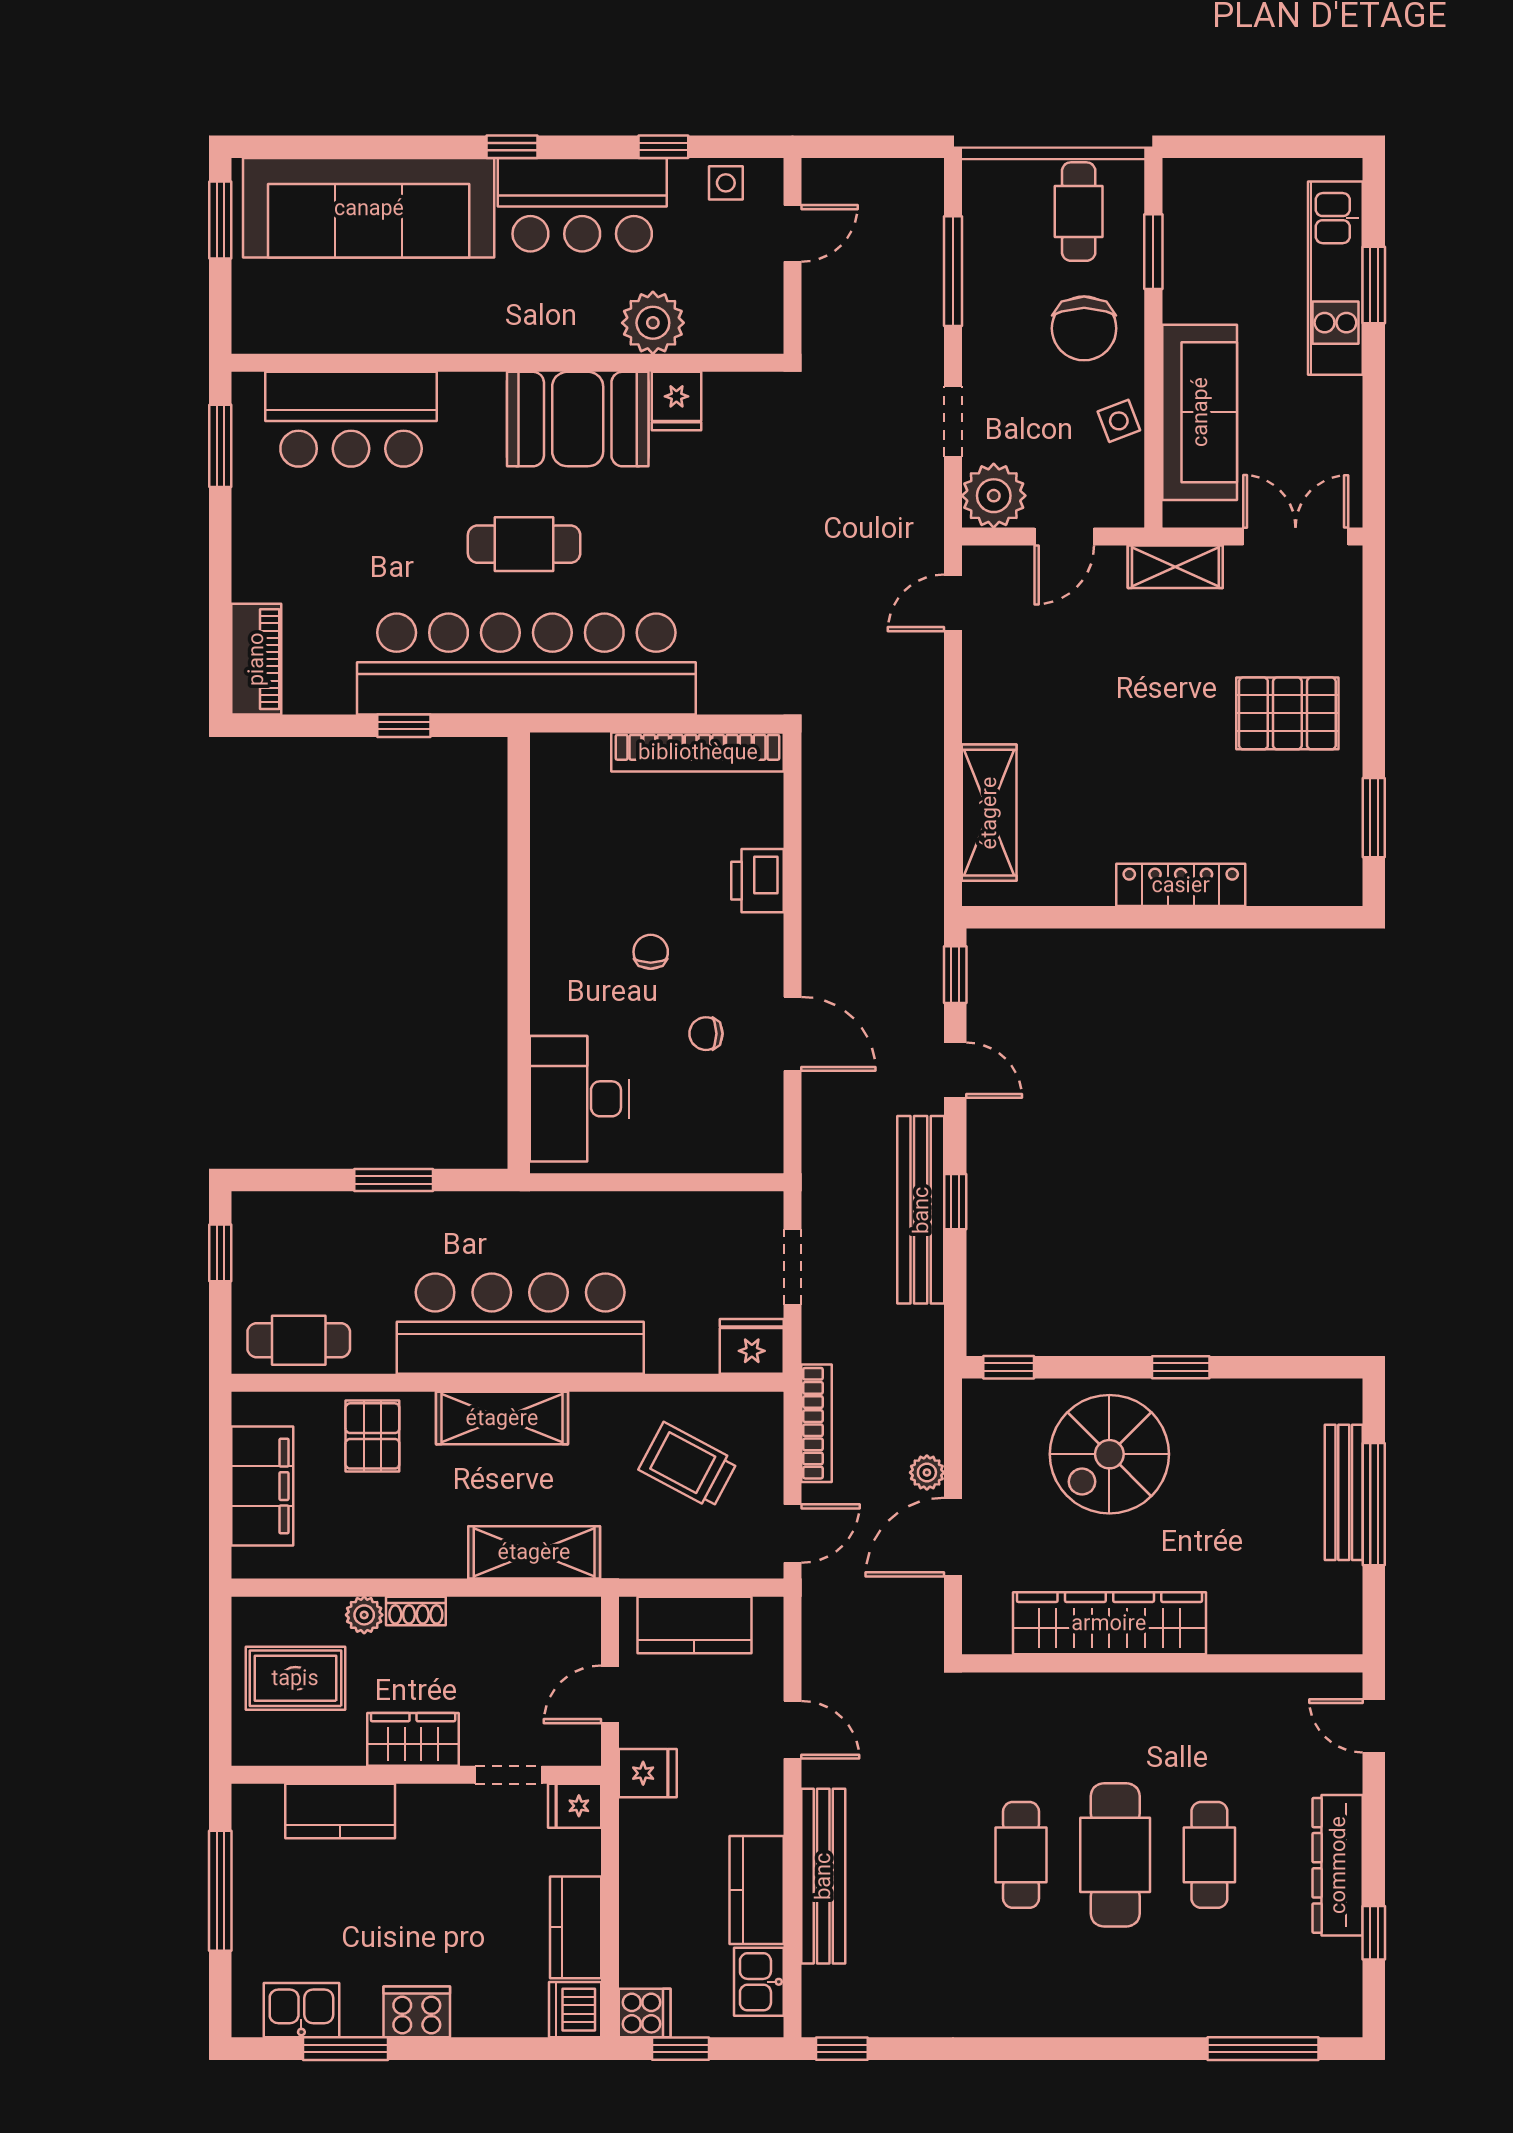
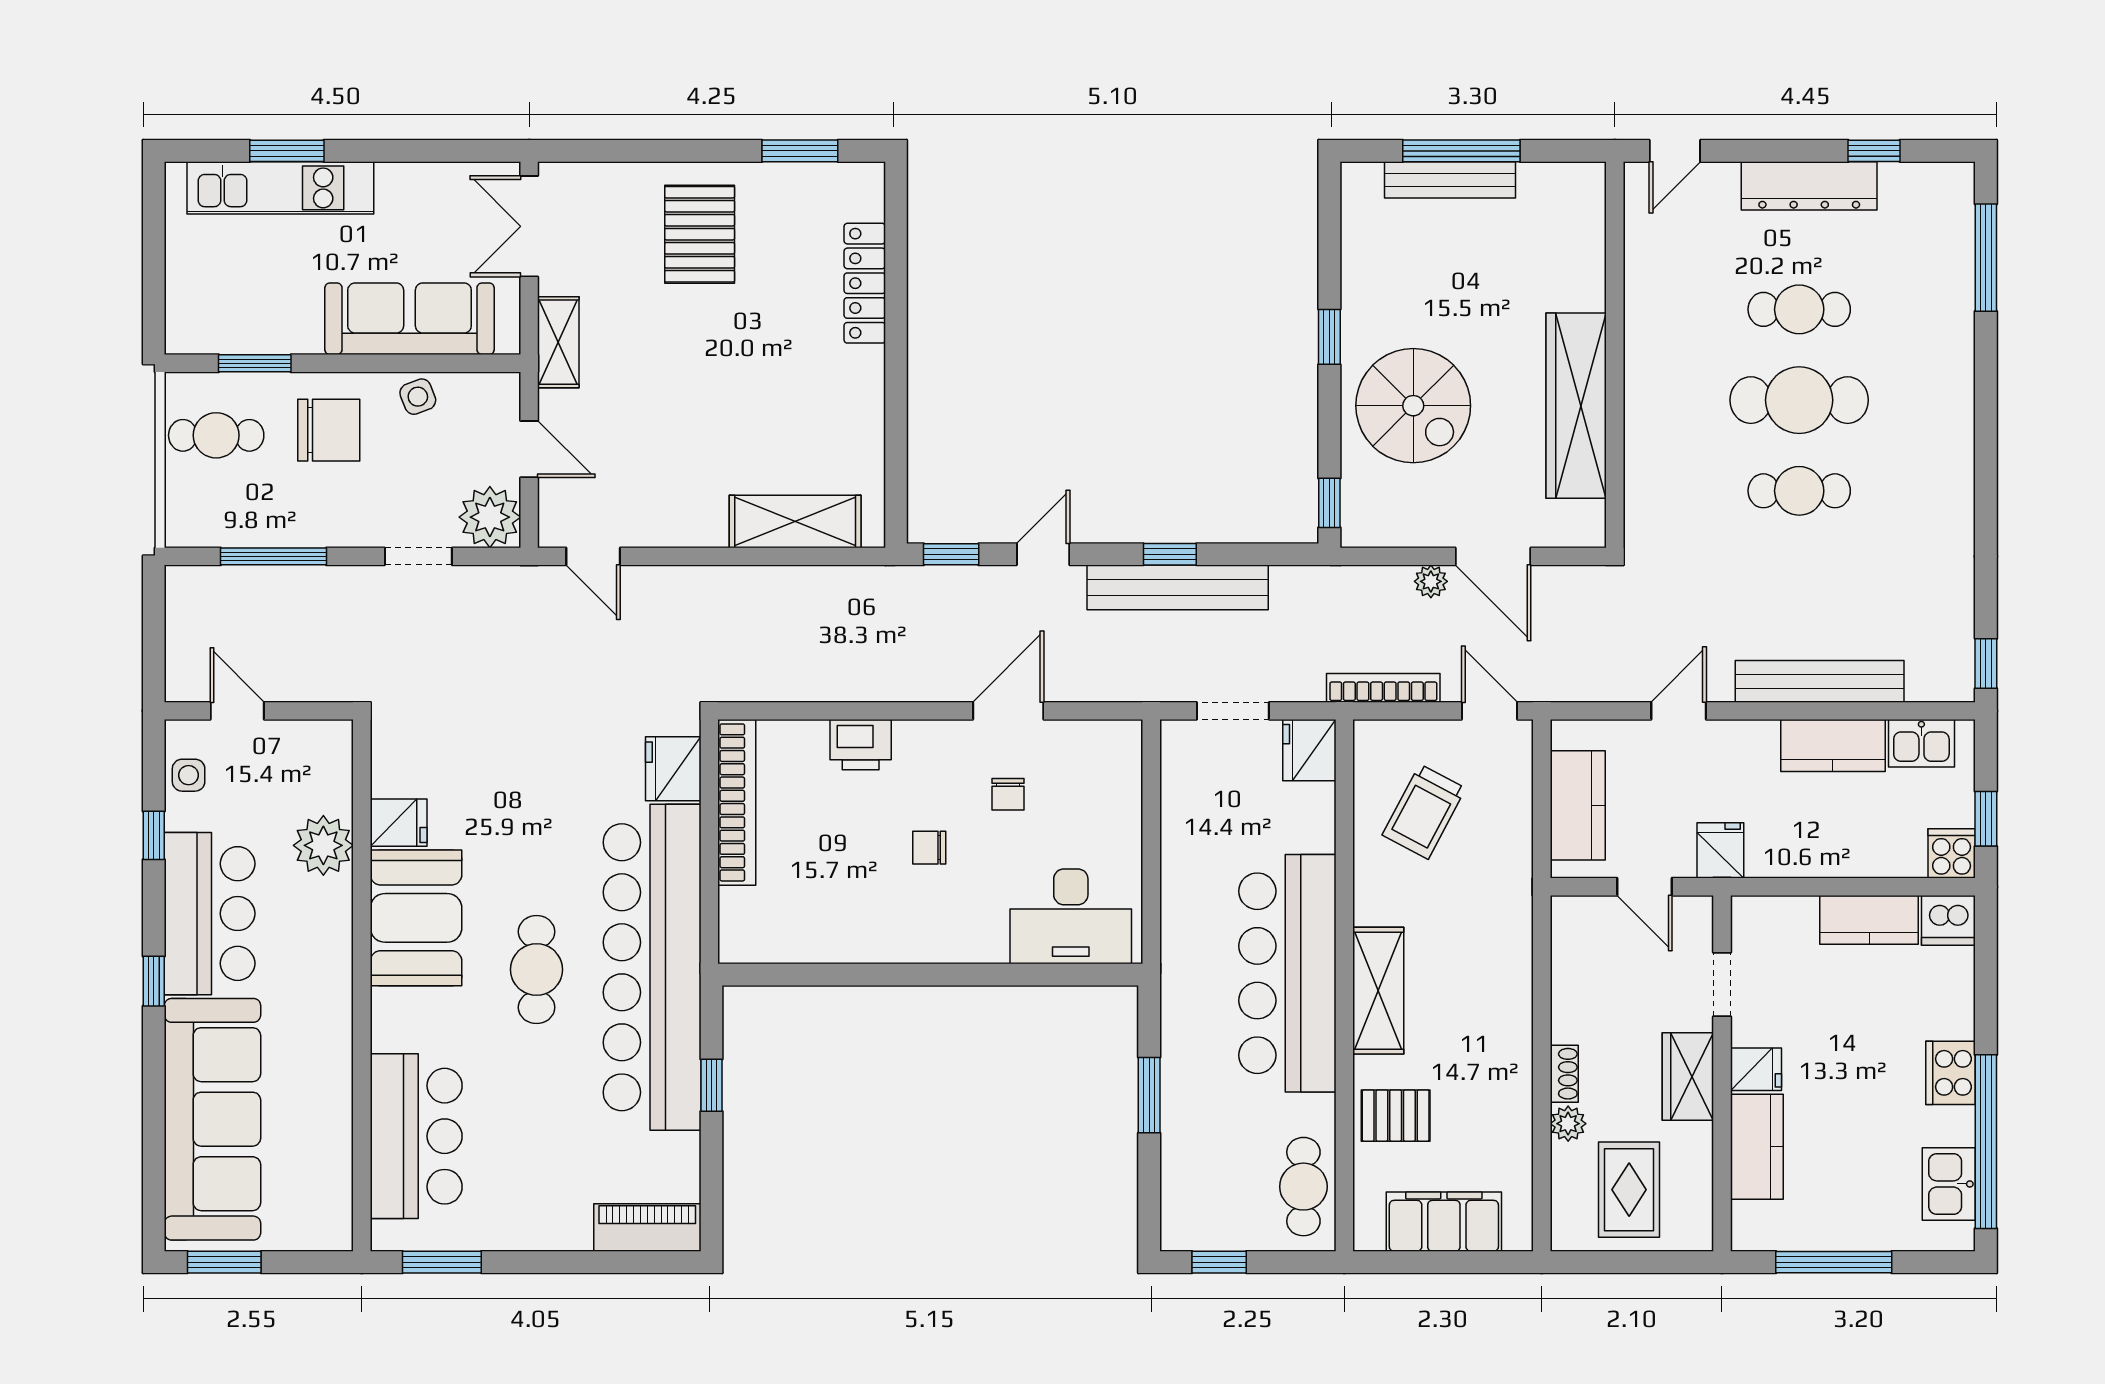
fridge: (733, 686) -> (673, 769), added
locker: (1181, 885) -> (865, 283), moved
shelving: (534, 1552) -> (1508, 960), removed
fridge: (575, 1806) -> (1756, 1069), moved, turned -90
window: (345, 2049) -> (1986, 1142), width x2.11

